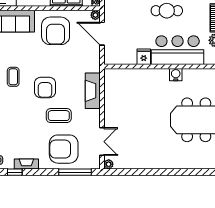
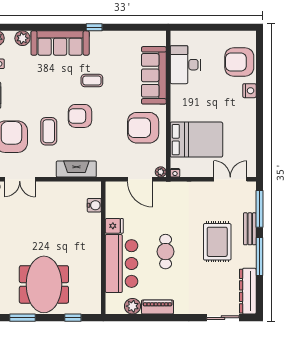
door: (102, 34) -> (140, 179), swing flipped
water cooler: (176, 75) -> (94, 205), moved

